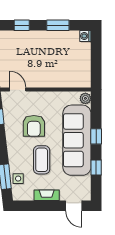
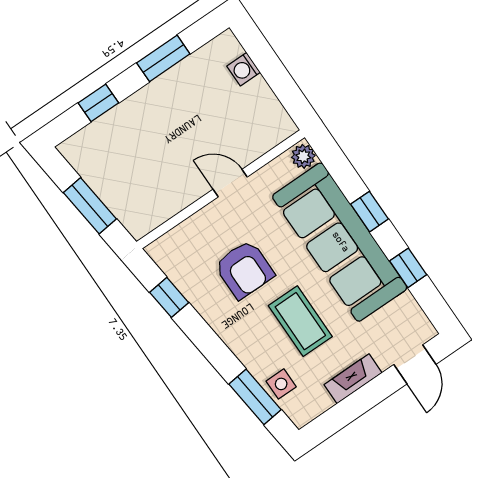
washing machine: (85, 36) -> (244, 69), moved
door: (18, 90) -> (230, 183), moved
door: (74, 206) -> (415, 364), hinge flipped

